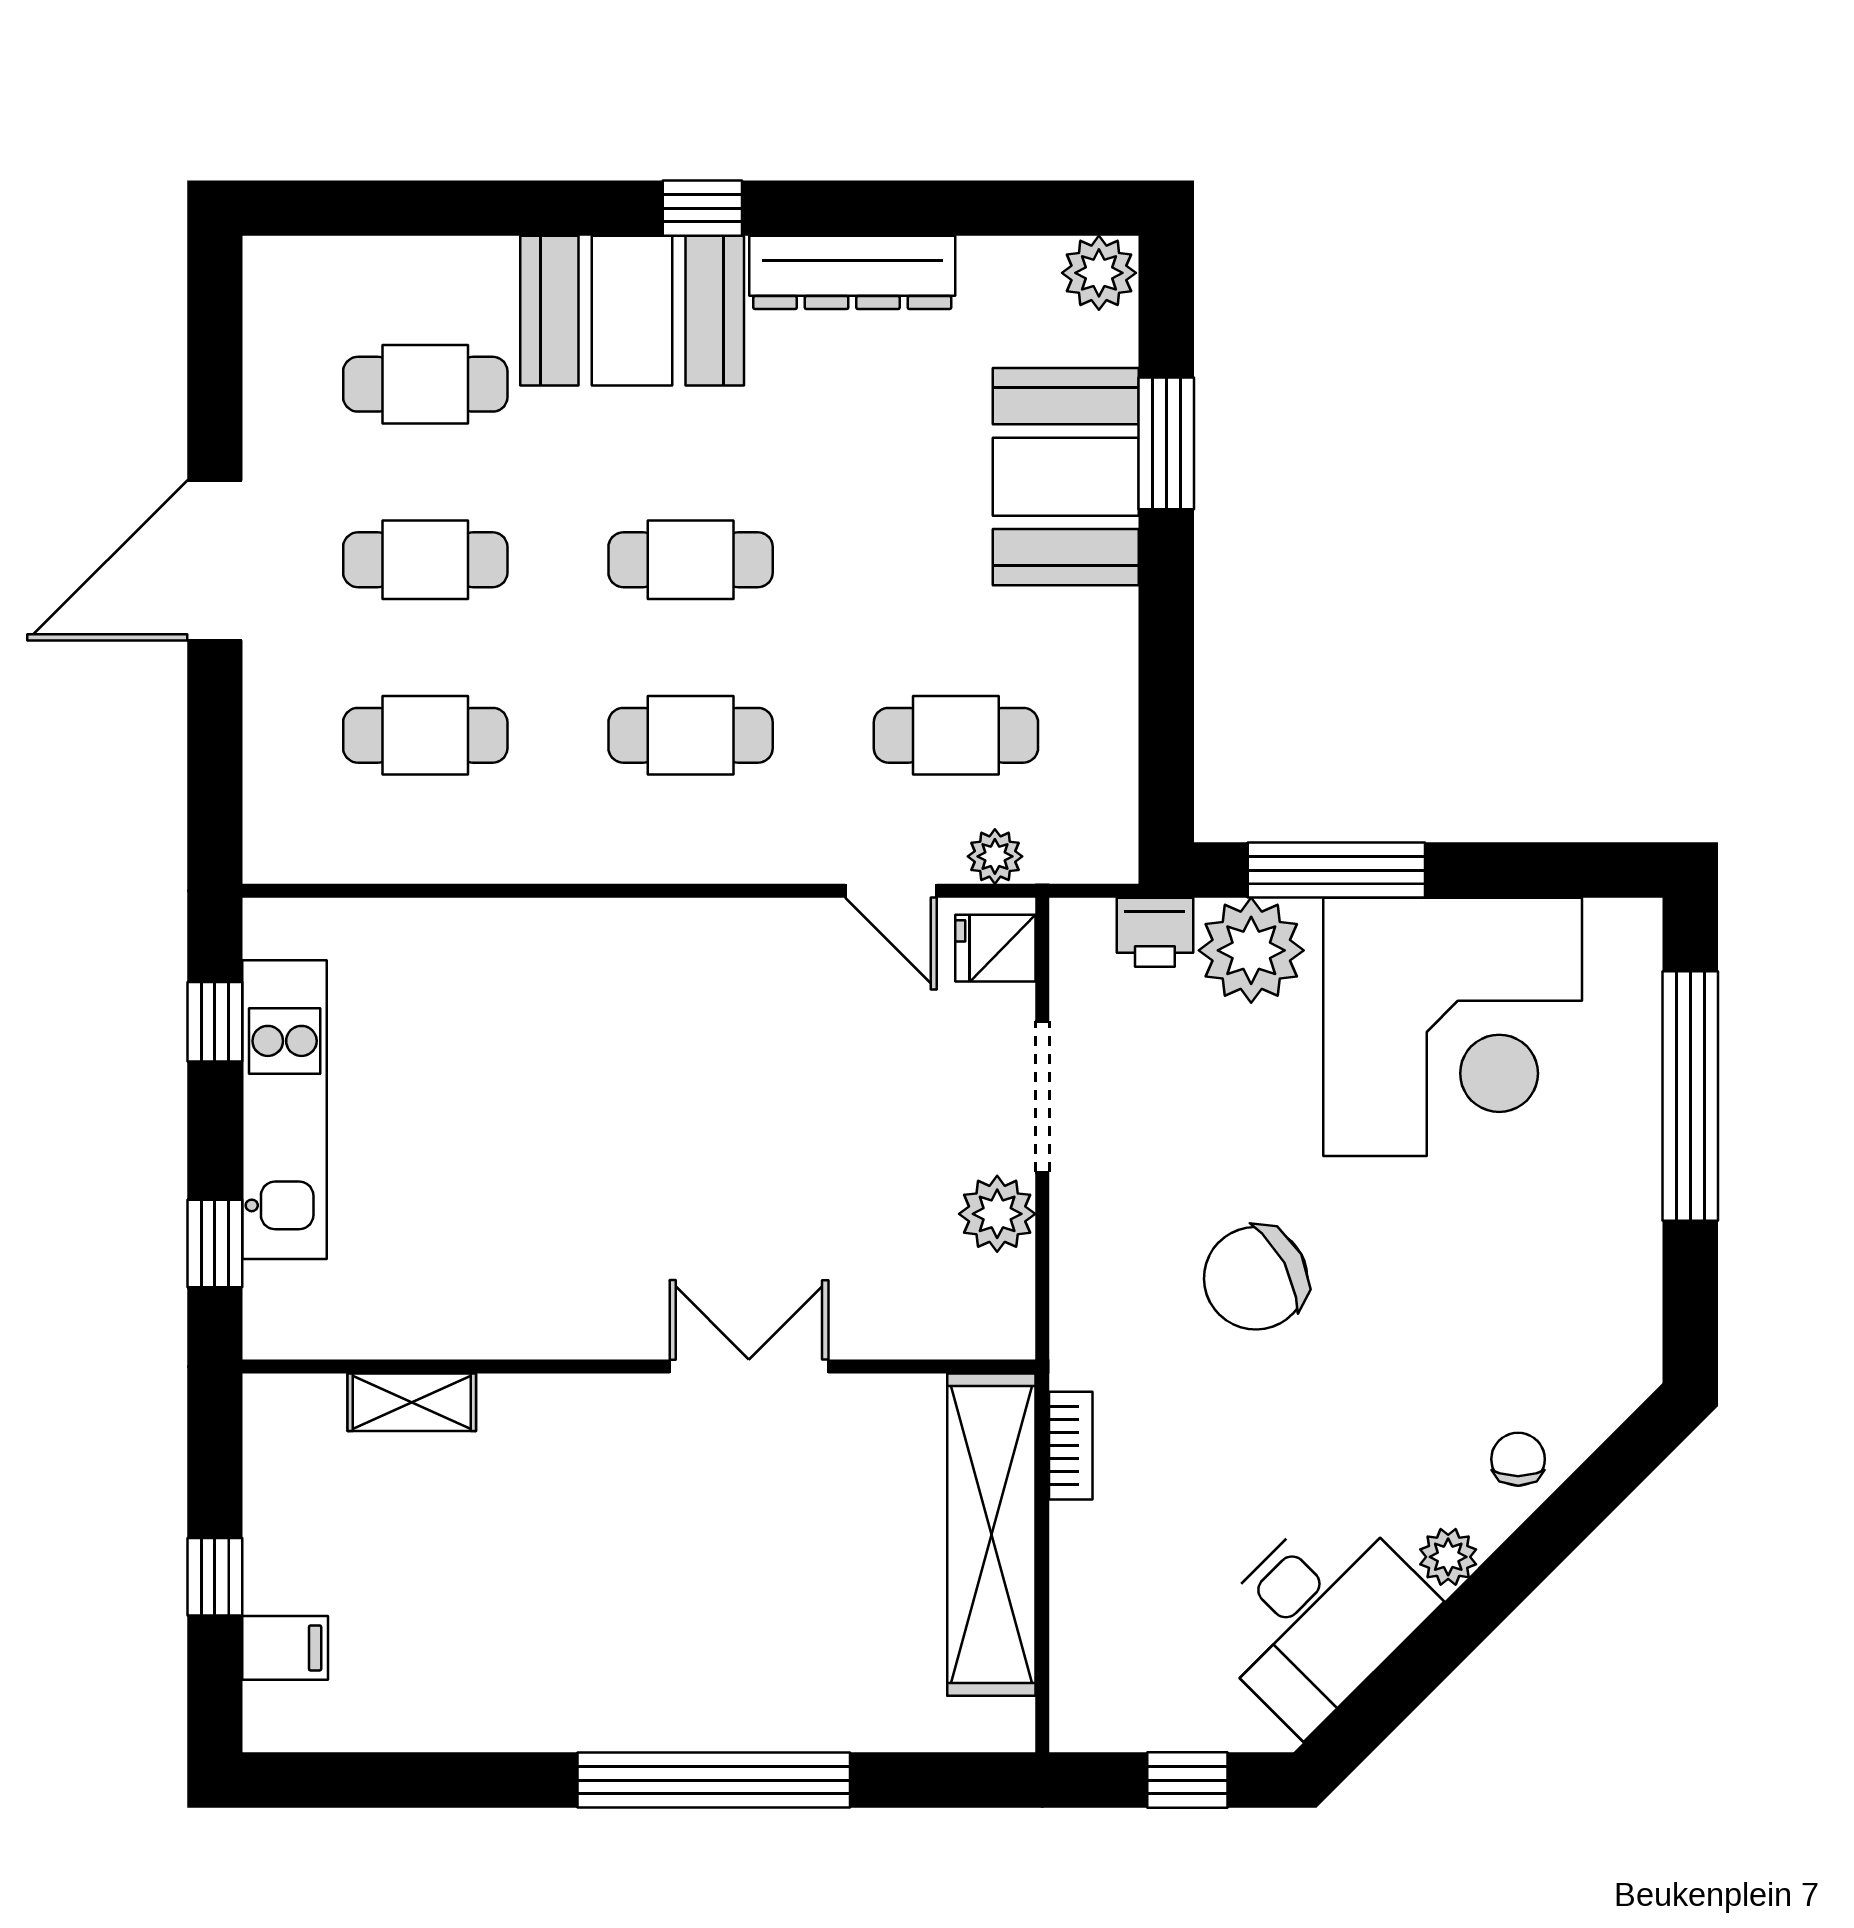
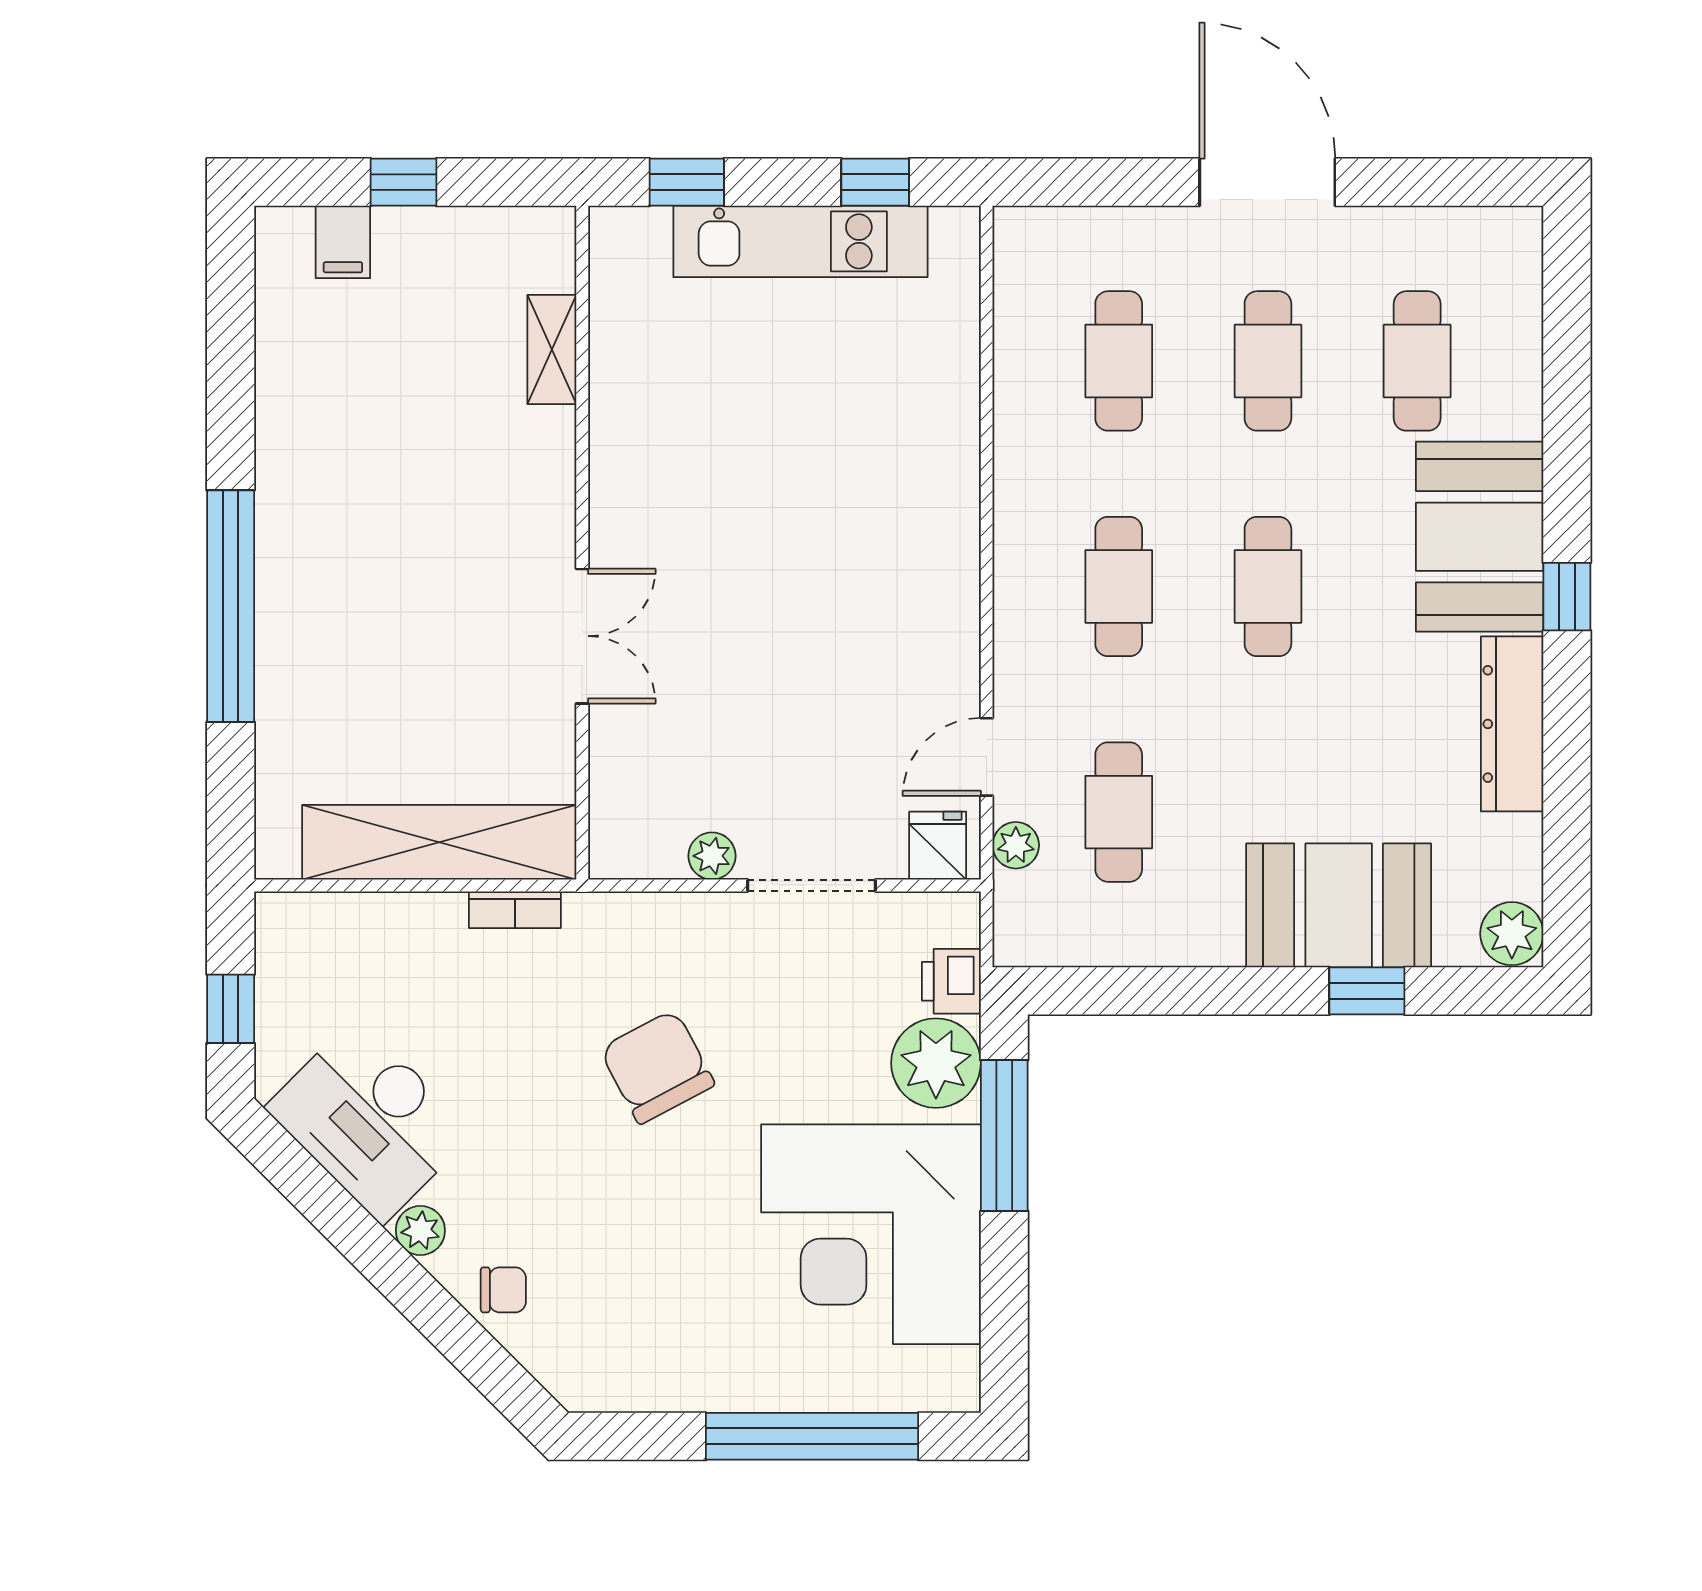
window: (1166, 443) -> (1367, 991), width x0.67
plant: (997, 1214) -> (712, 856), width x0.73, depth x0.73

